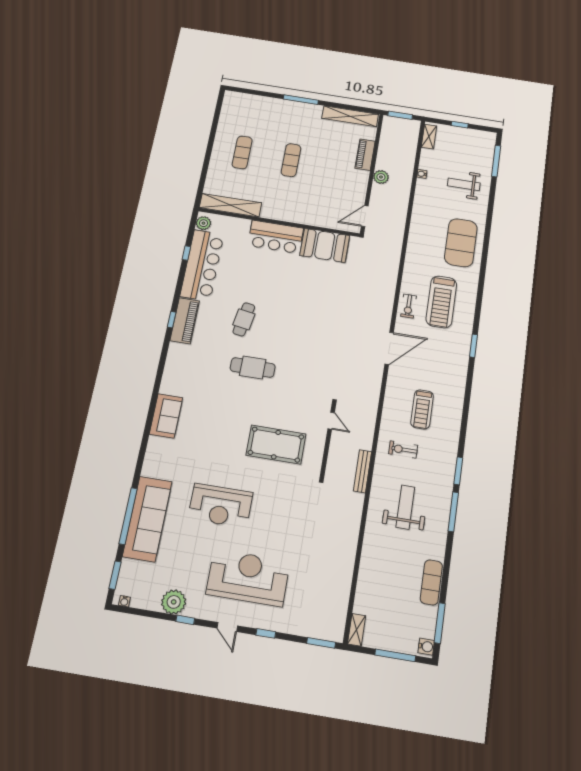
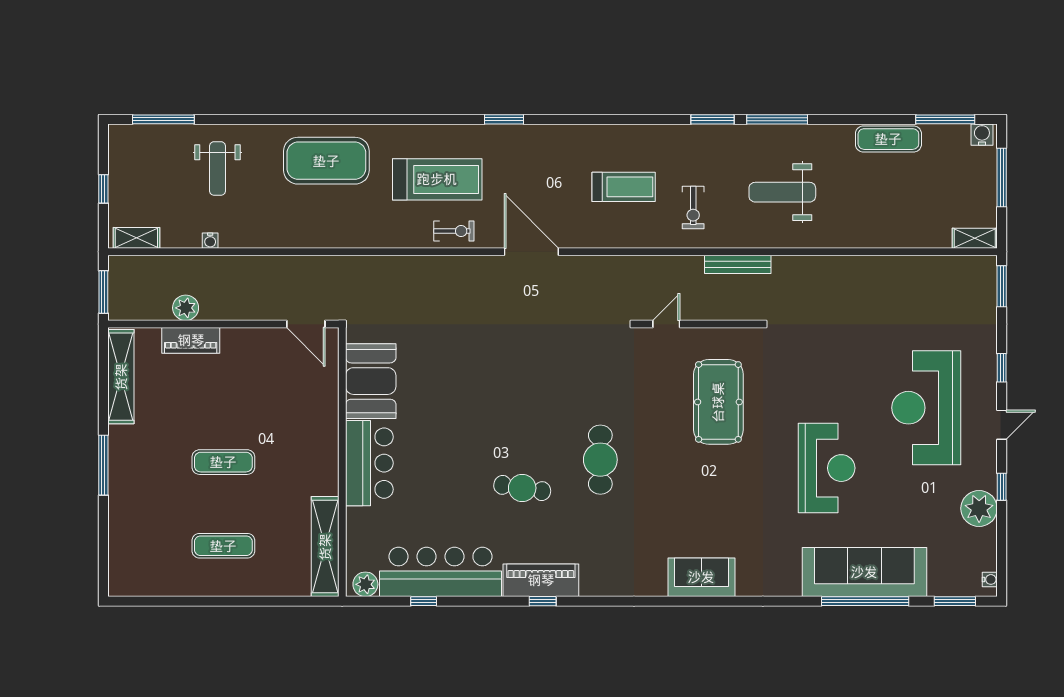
plant: (381, 177) -> (186, 308), moved

